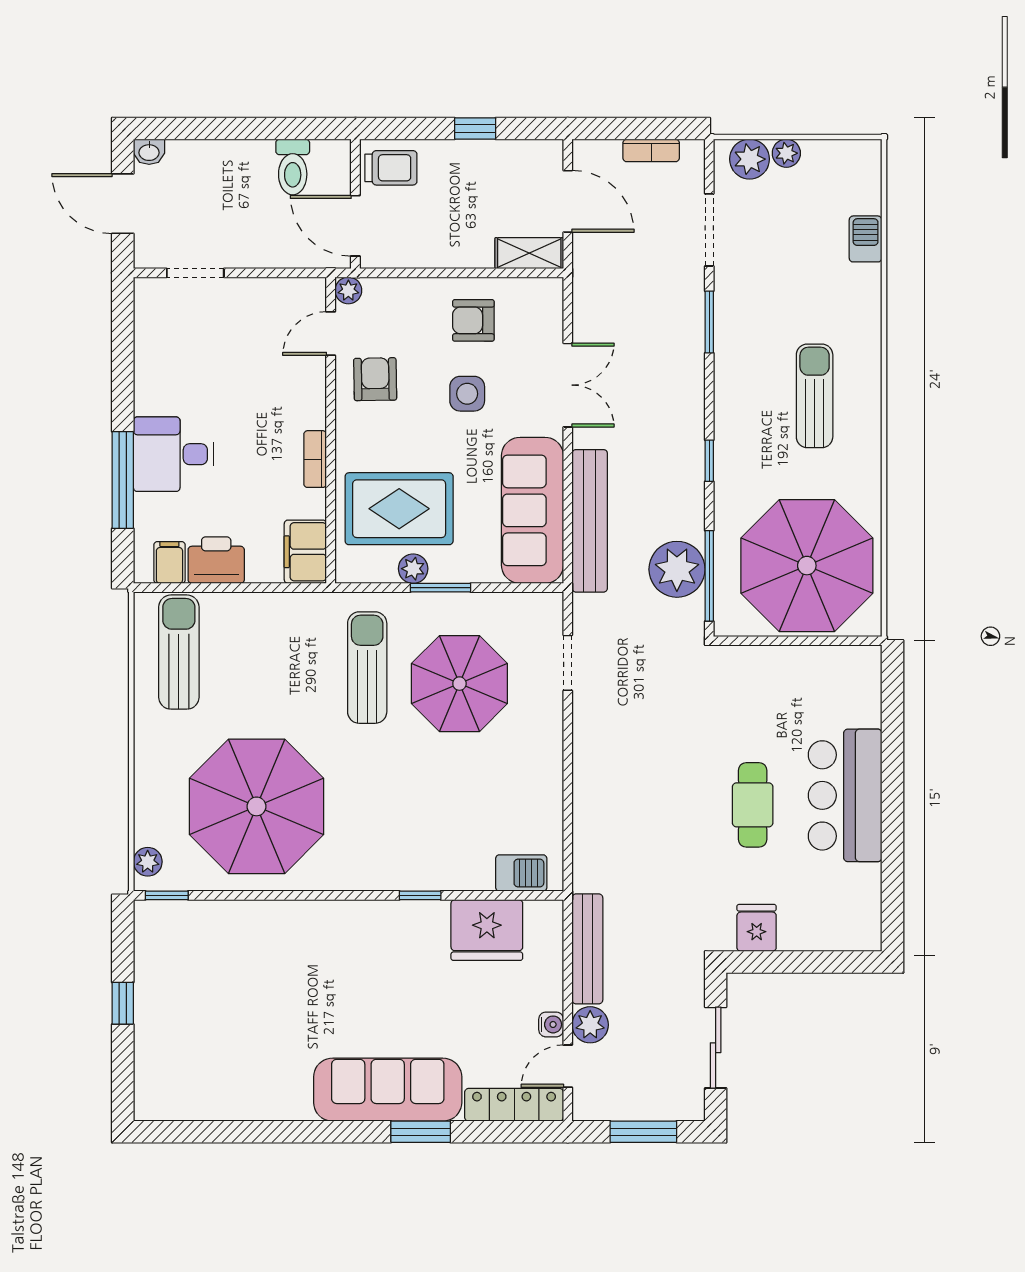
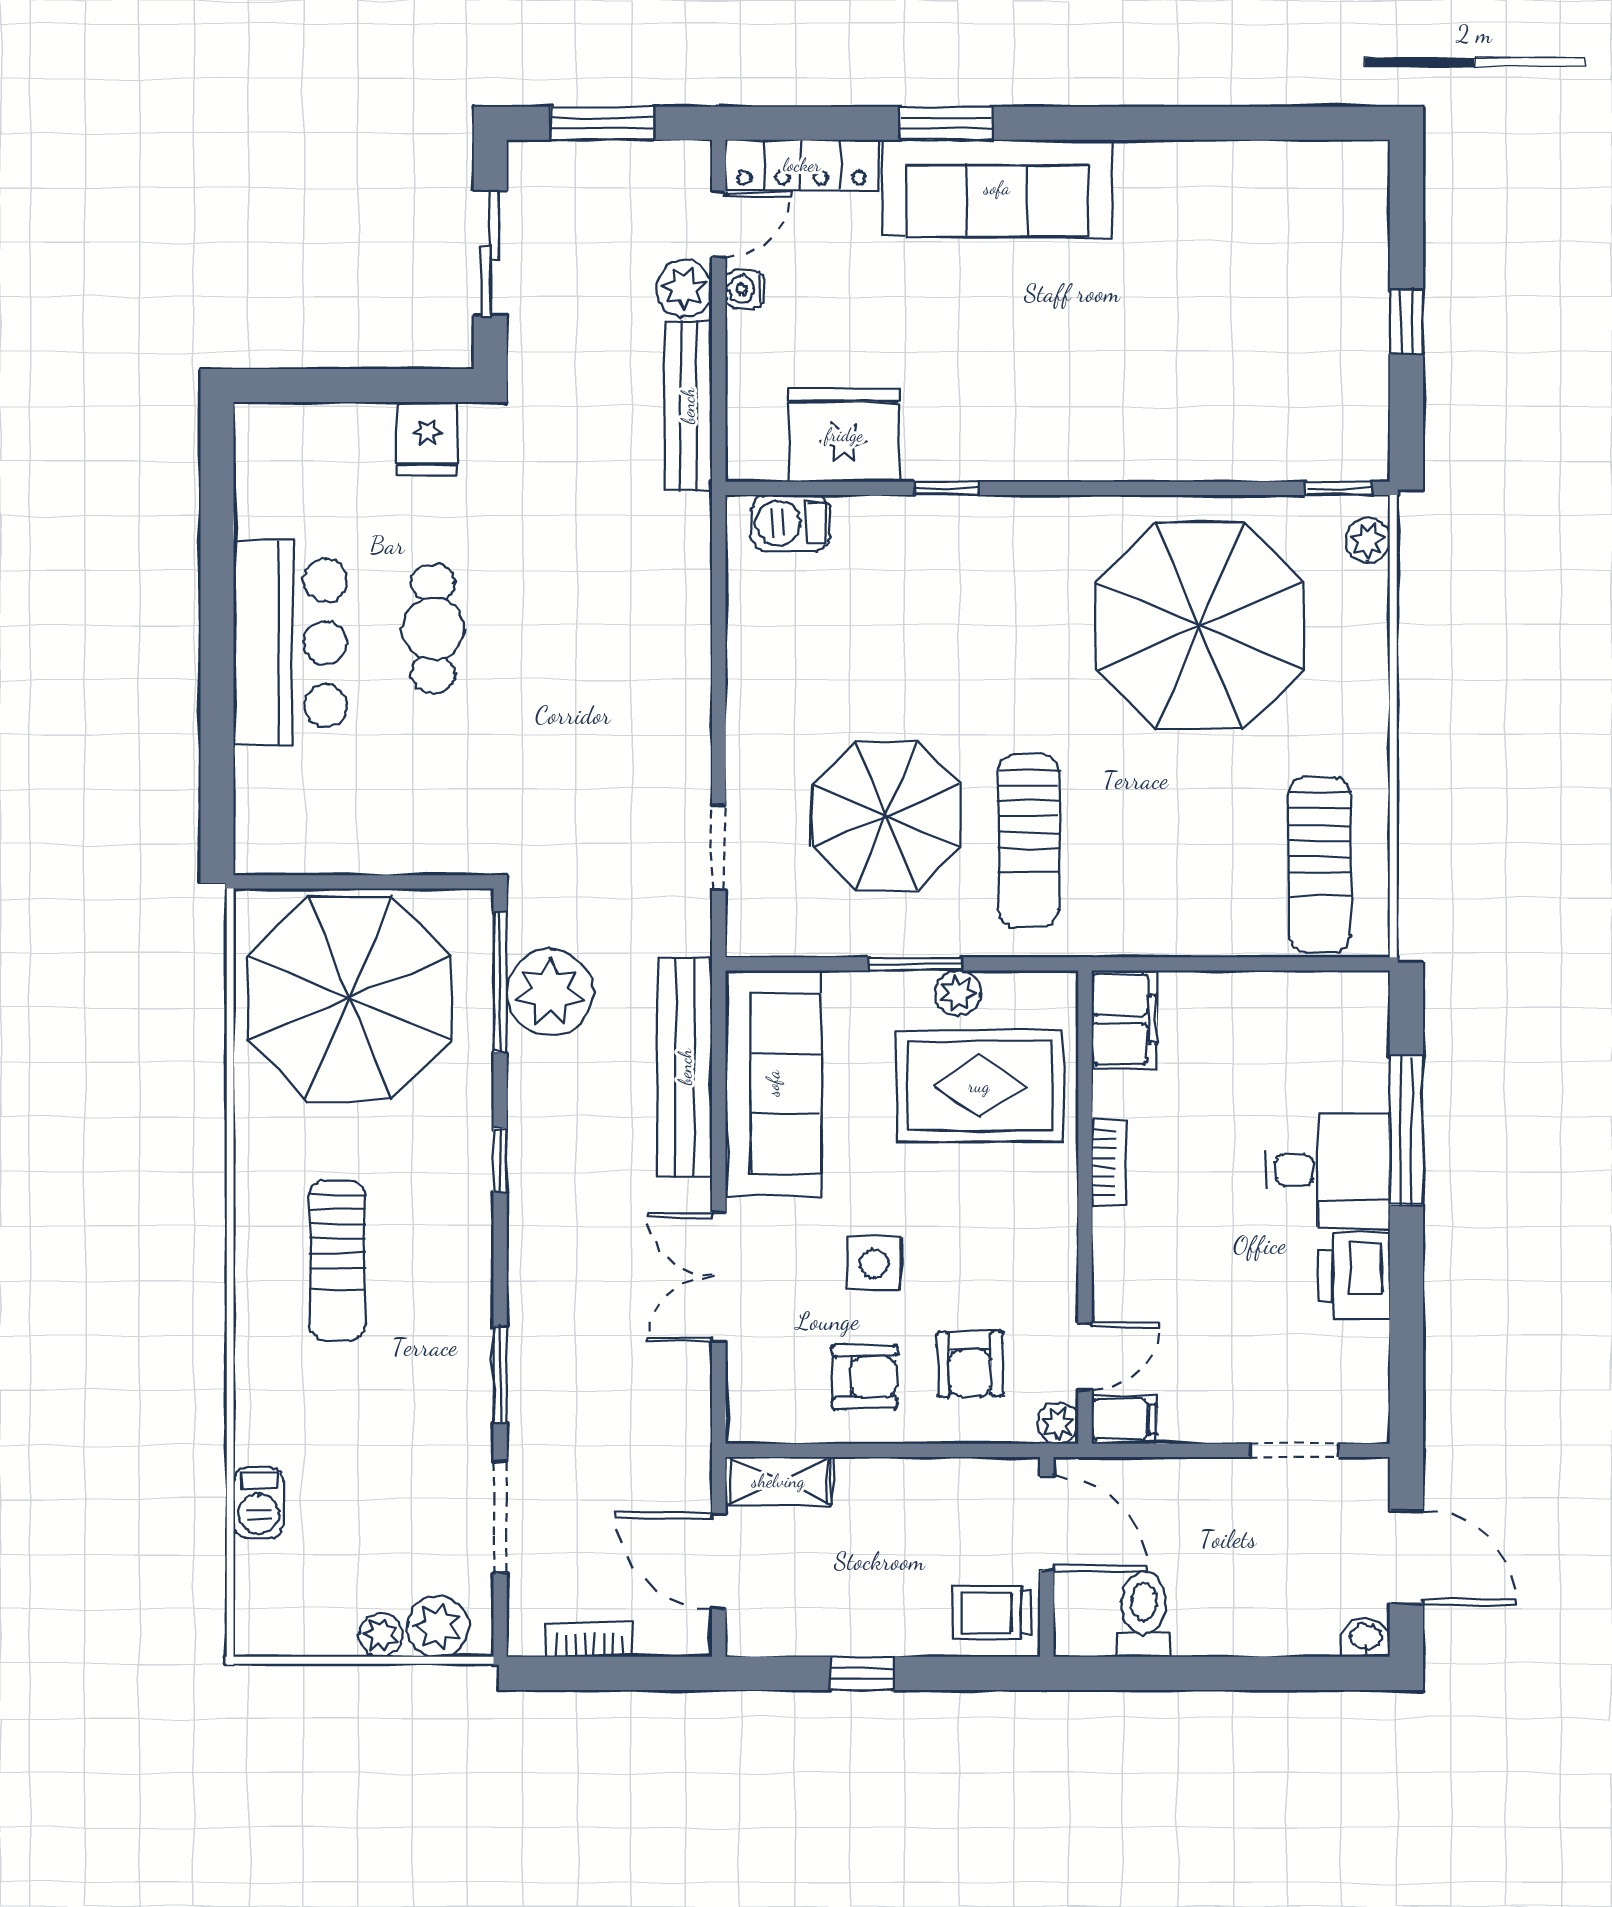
armchair: (375, 379) -> (970, 1364), moved
printer: (216, 560) -> (1354, 1276), moved, turned 90
filing cabinet: (169, 562) -> (1124, 1420), moved, turned -90

